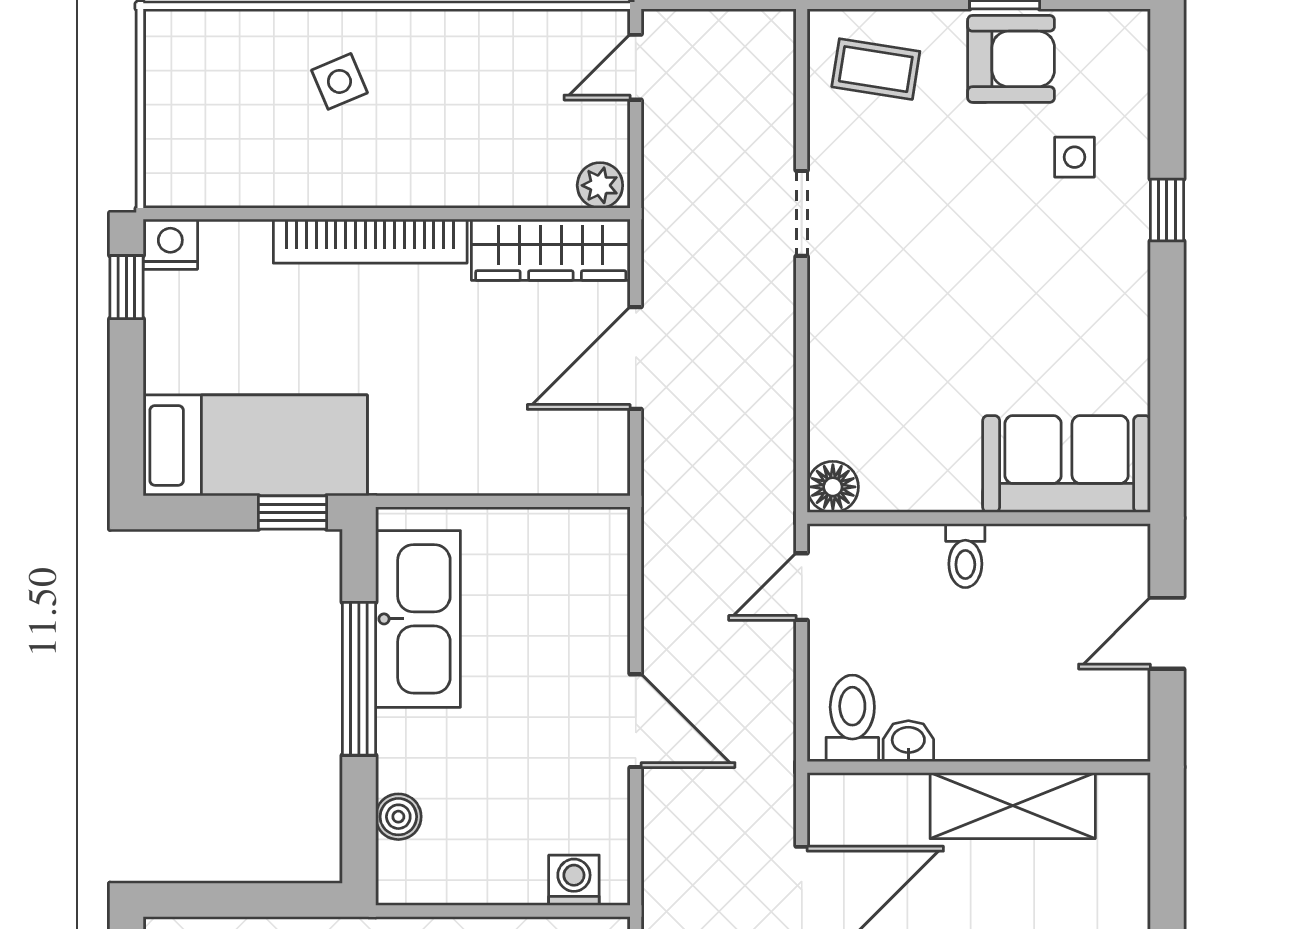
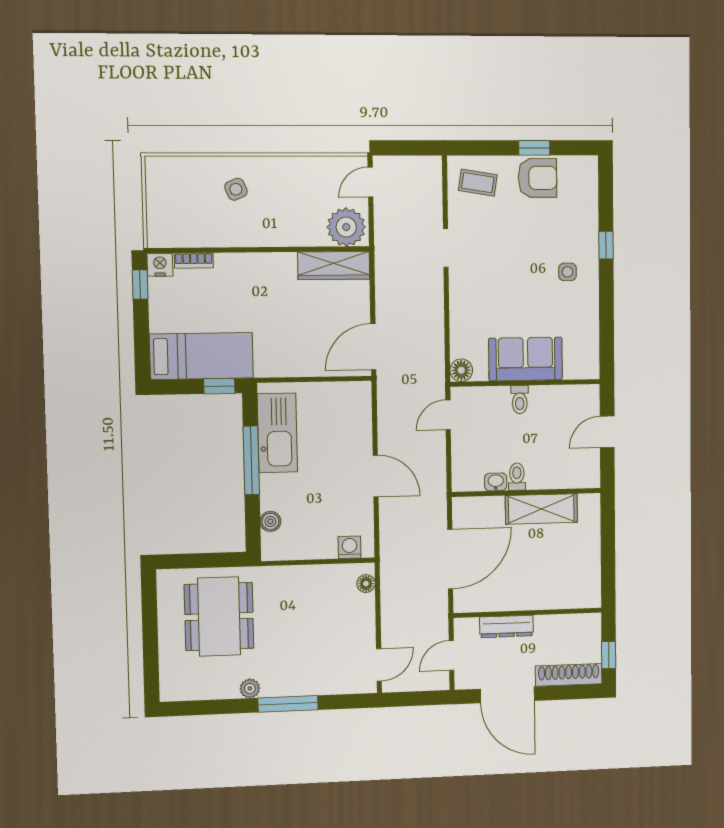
side table: (1075, 157) -> (567, 272), moved
plant: (600, 185) -> (346, 227), width x1.87, depth x1.87
bookcase: (370, 241) -> (194, 260), moved, width x0.43, depth x0.76
door: (636, 358) -> (373, 347), moved
sofa: (1067, 464) -> (525, 359), moved
toilet: (852, 718) -> (517, 477), moved, width x0.73, depth x0.72

